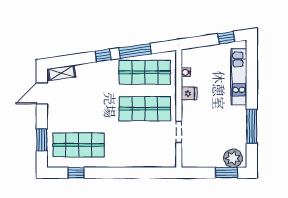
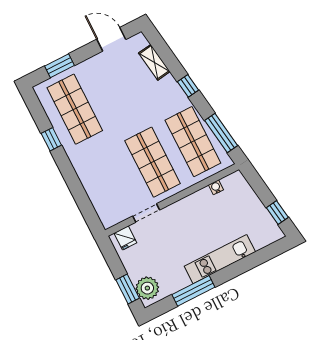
window: (135, 51) -> (221, 133), moved
shelving: (61, 73) -> (154, 62), moved
kitchen unit: (239, 77) -> (220, 259), moved
fridge: (189, 93) -> (125, 238), moved
window: (76, 173) -> (51, 139), moved

